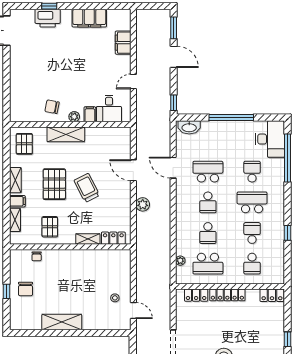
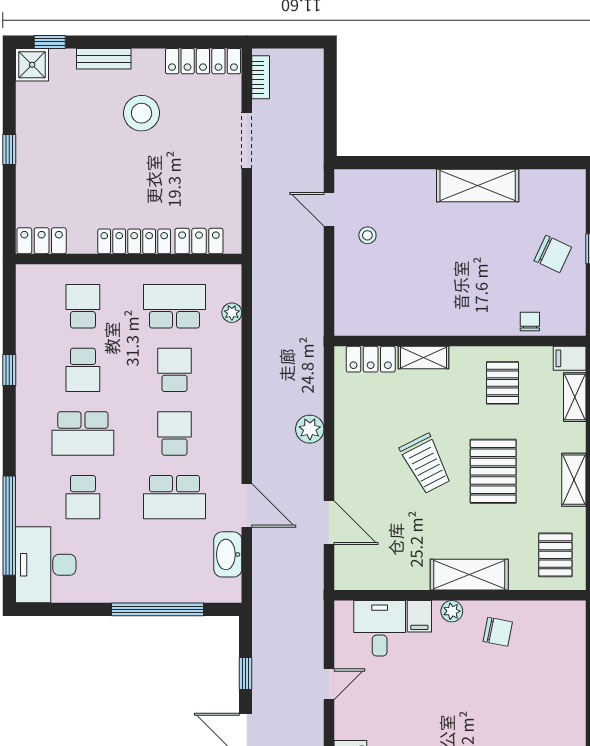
window: (174, 103) -> (246, 673), moved
window: (231, 118) -> (158, 609), moved
washbasin: (189, 127) -> (228, 554), moved, turned -90
door: (133, 170) -> (329, 523), moved
filing cabinet: (17, 201) -> (570, 358), moved
chair: (25, 289) -> (553, 254), turned 115

